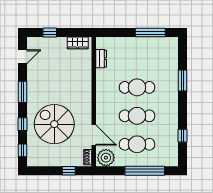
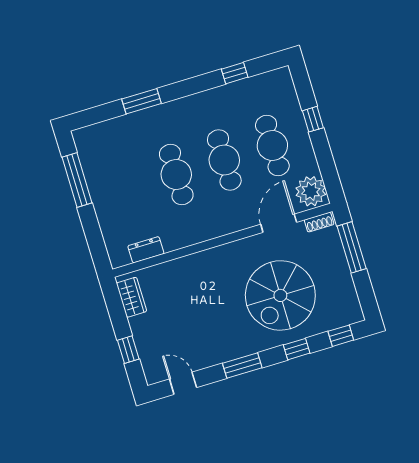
window: (69, 171) -> (352, 247), width x2.17
window: (145, 171) -> (313, 119), width x0.32

